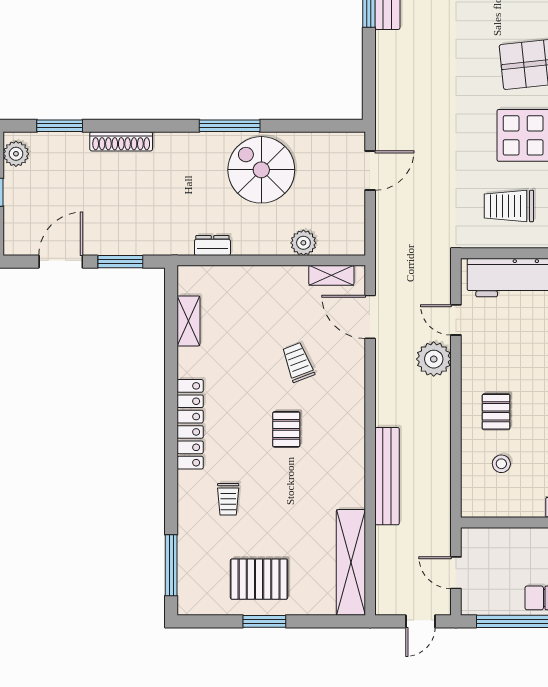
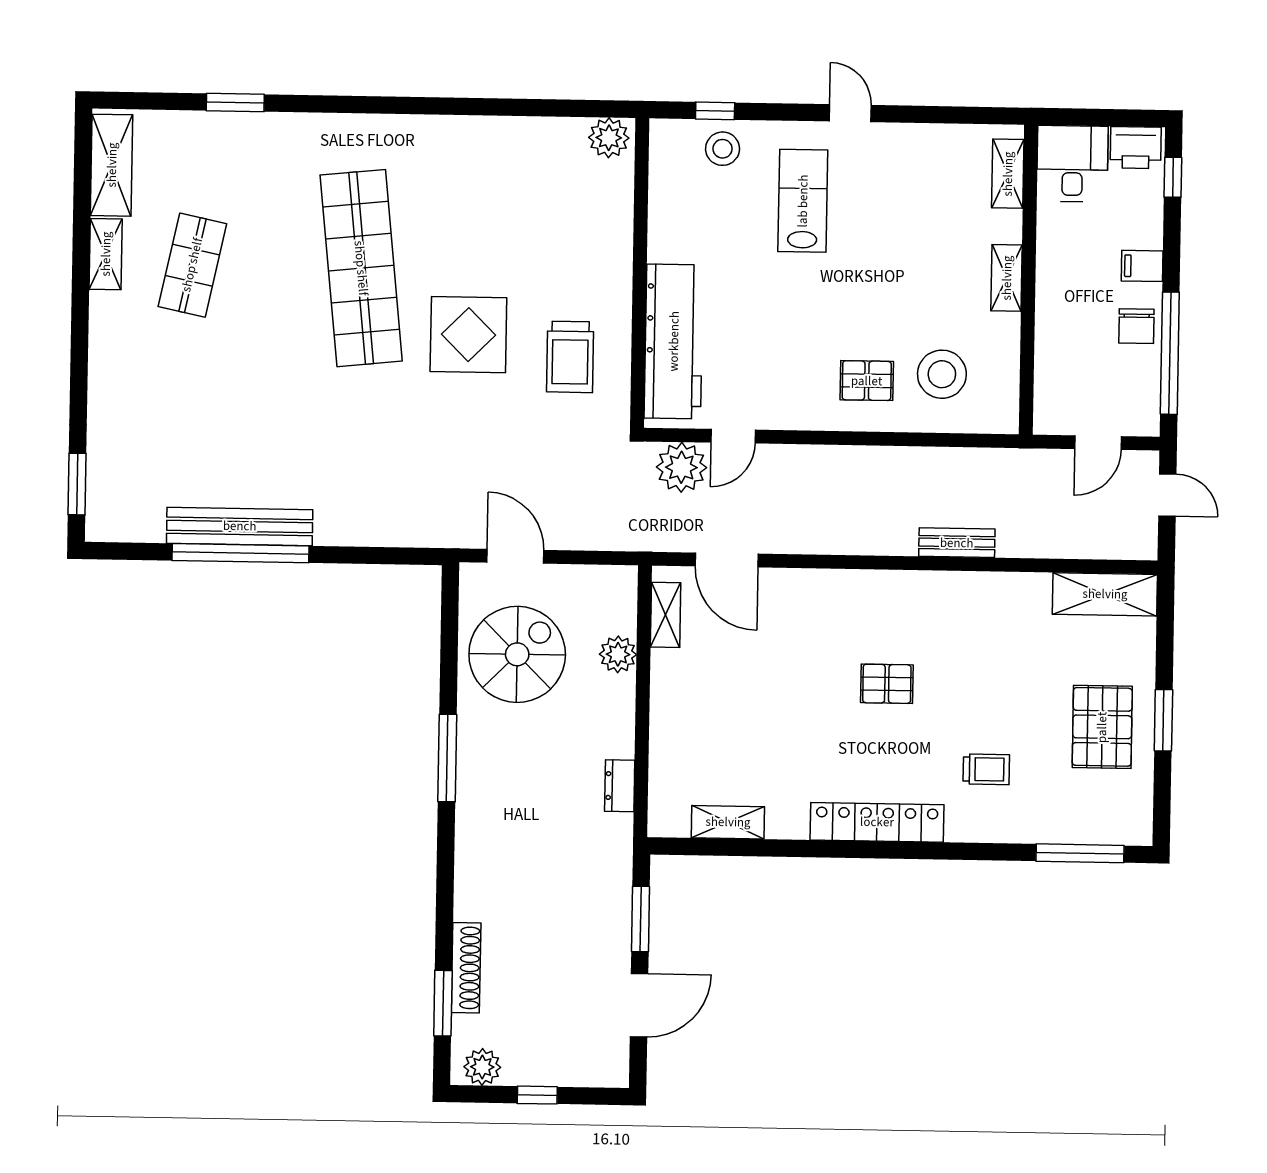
shoe rack: (121, 141) -> (466, 968), moved
spiral stairs: (261, 170) -> (517, 654), moved, turned 180
door: (61, 262) -> (639, 1005), swing flipped
door: (370, 317) -> (727, 560), hinge flipped
plant: (434, 359) -> (681, 467), moved
trolley: (298, 362) -> (790, 665), removed
stool: (501, 464) -> (942, 374), width x1.89, depth x1.89
bench: (387, 476) -> (957, 543), width x0.54, depth x0.82
shelving: (351, 562) -> (1105, 594), width x0.68

